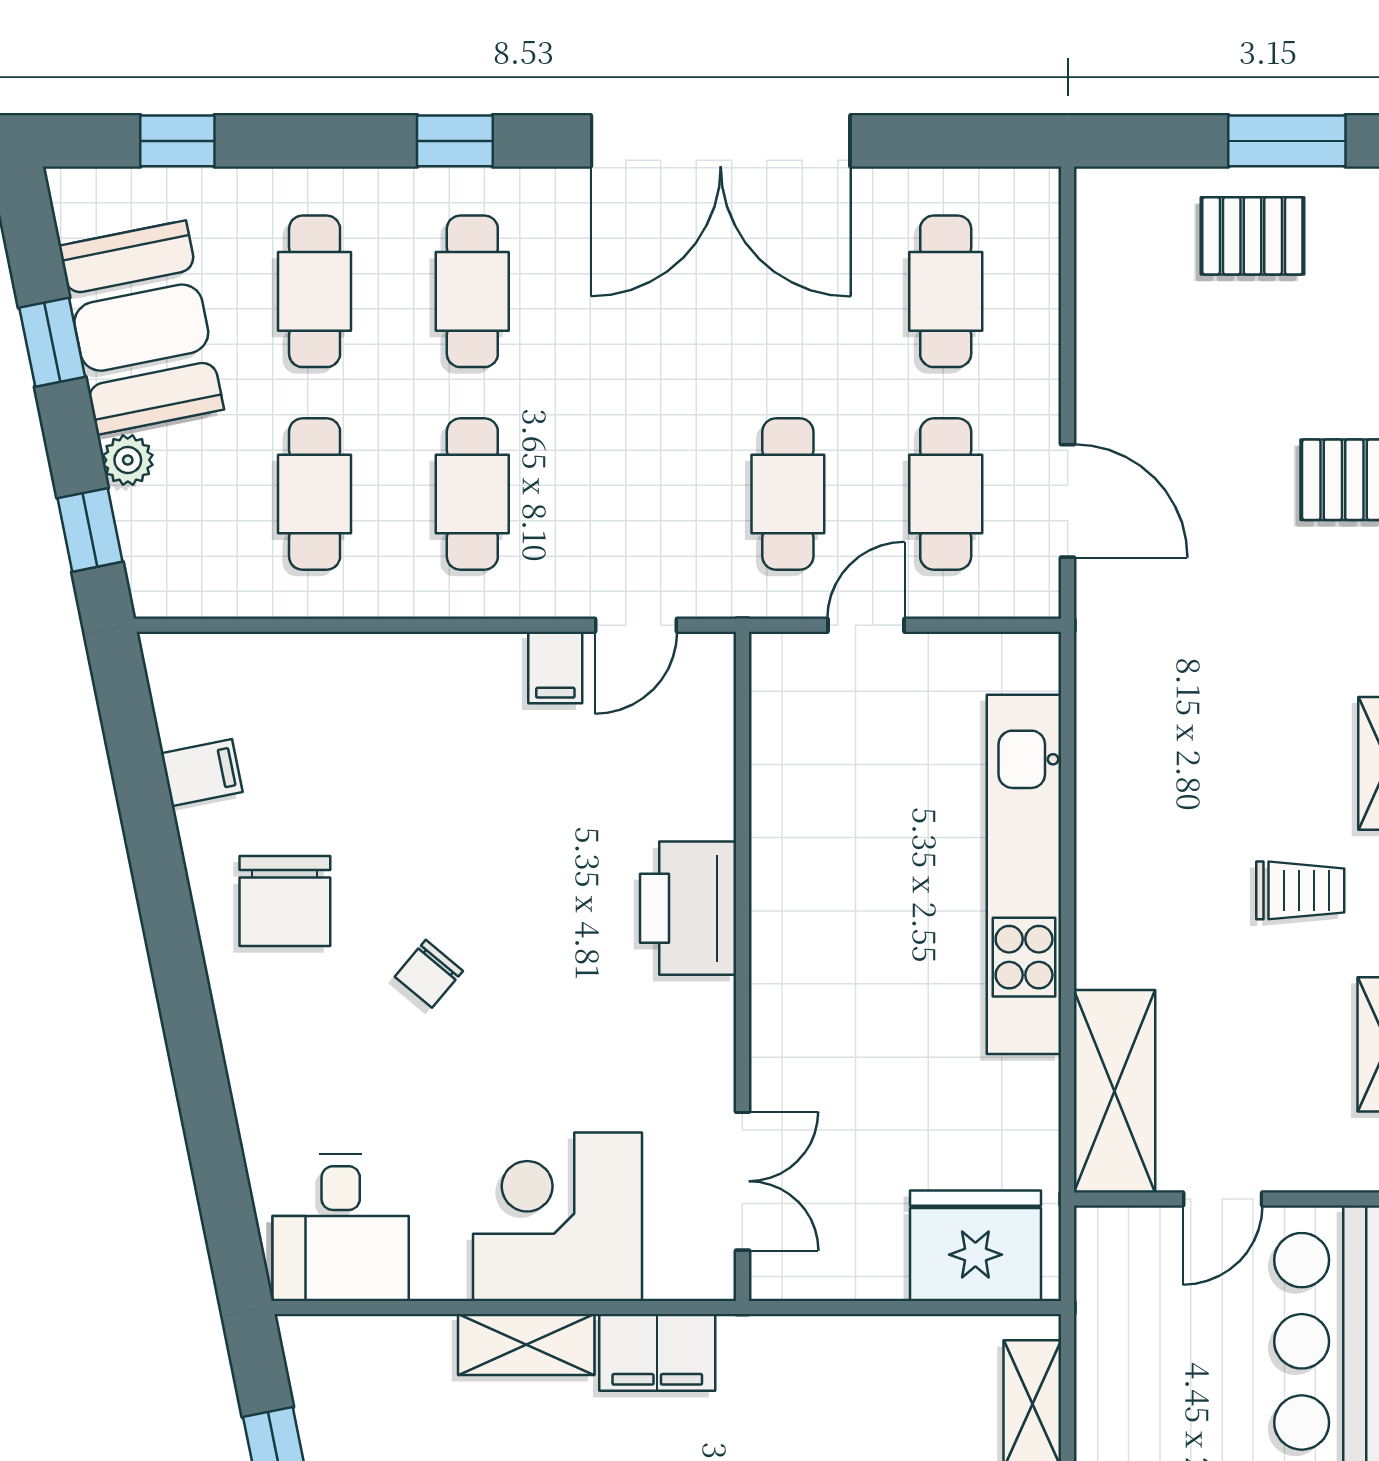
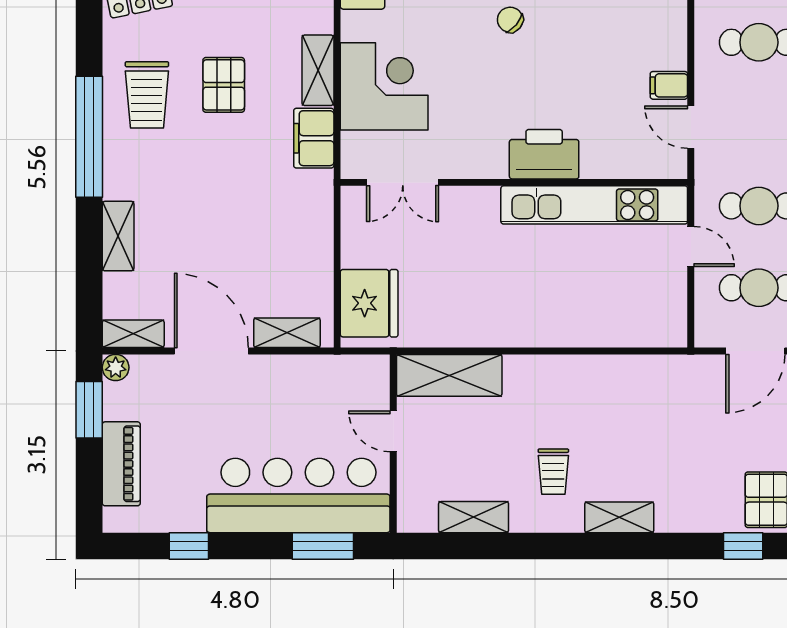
kitchen unit: (1024, 874) -> (594, 205), moved, turned 180

